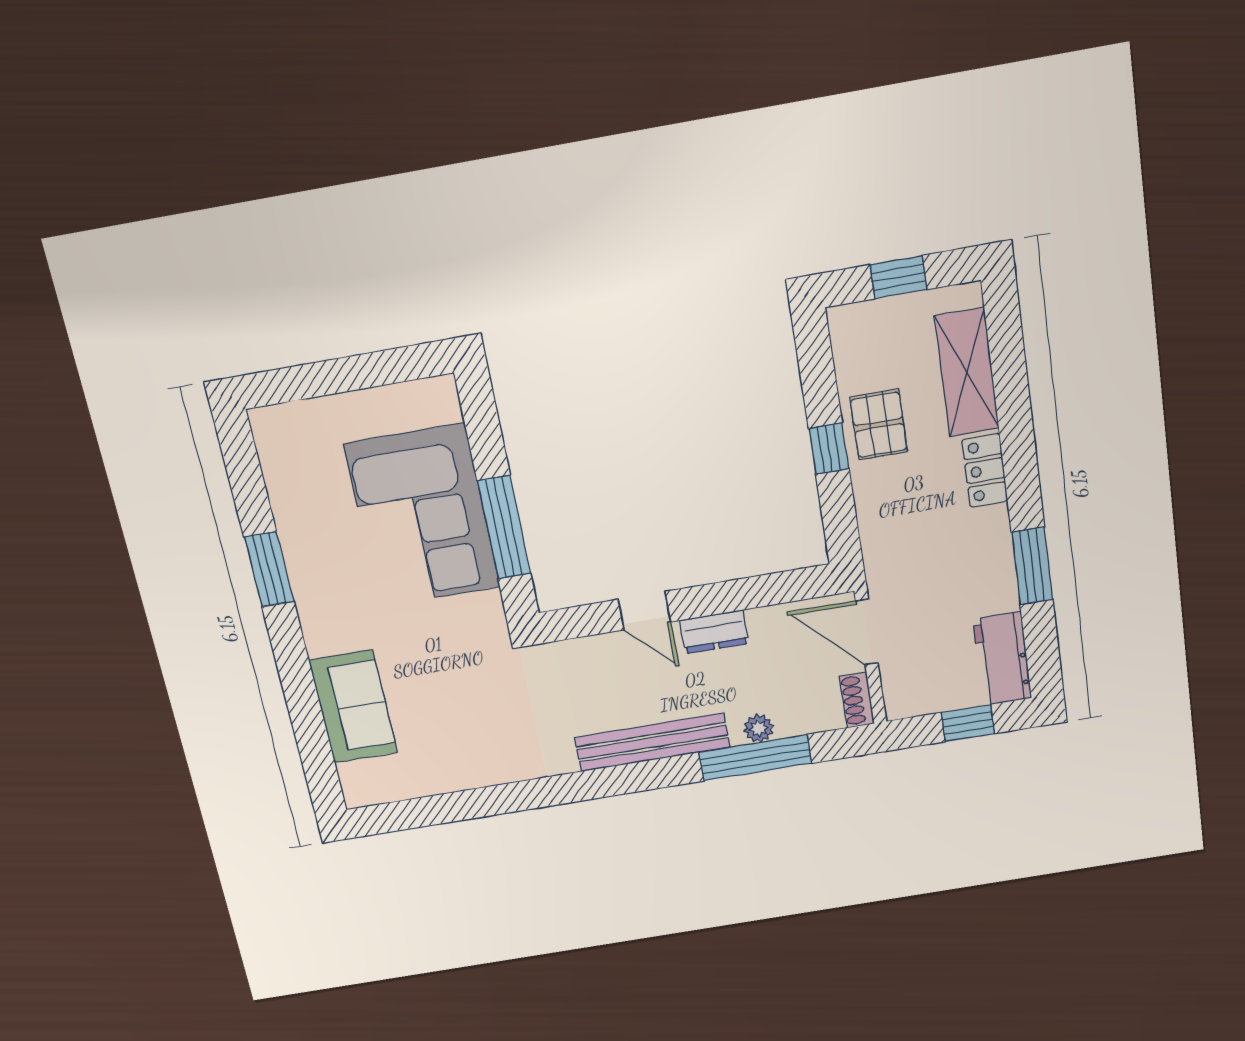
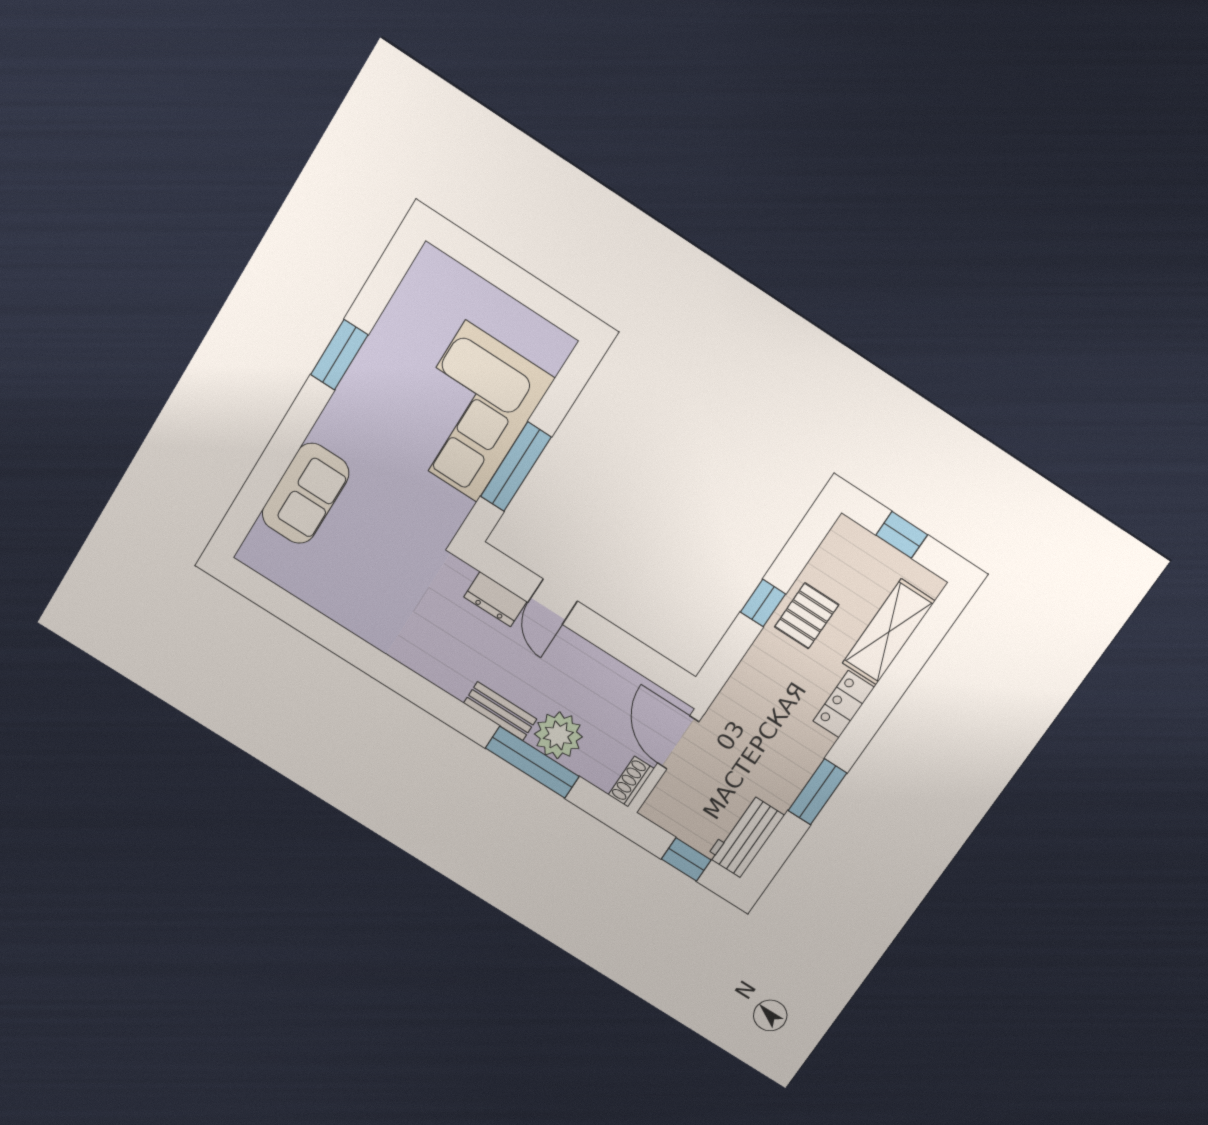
dresser: (714, 632) -> (495, 599), moved
plant: (759, 728) -> (558, 735), width x1.87, depth x1.87
bench: (652, 742) -> (500, 711), width x0.54, depth x0.82

